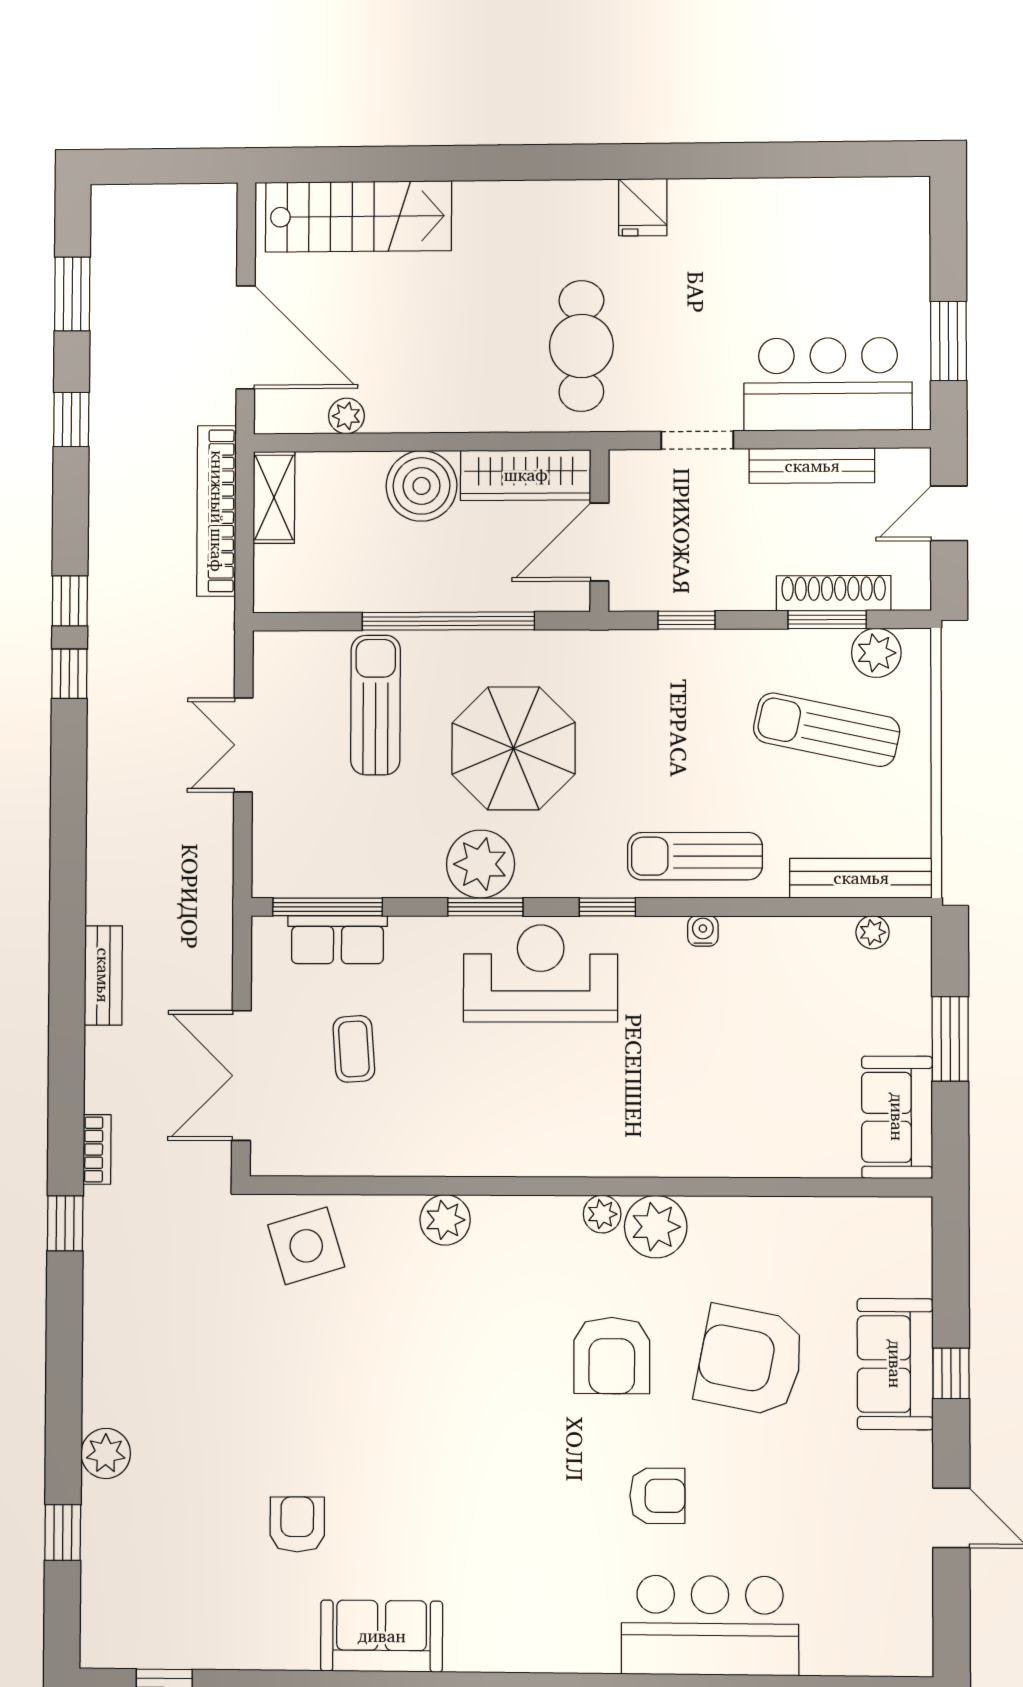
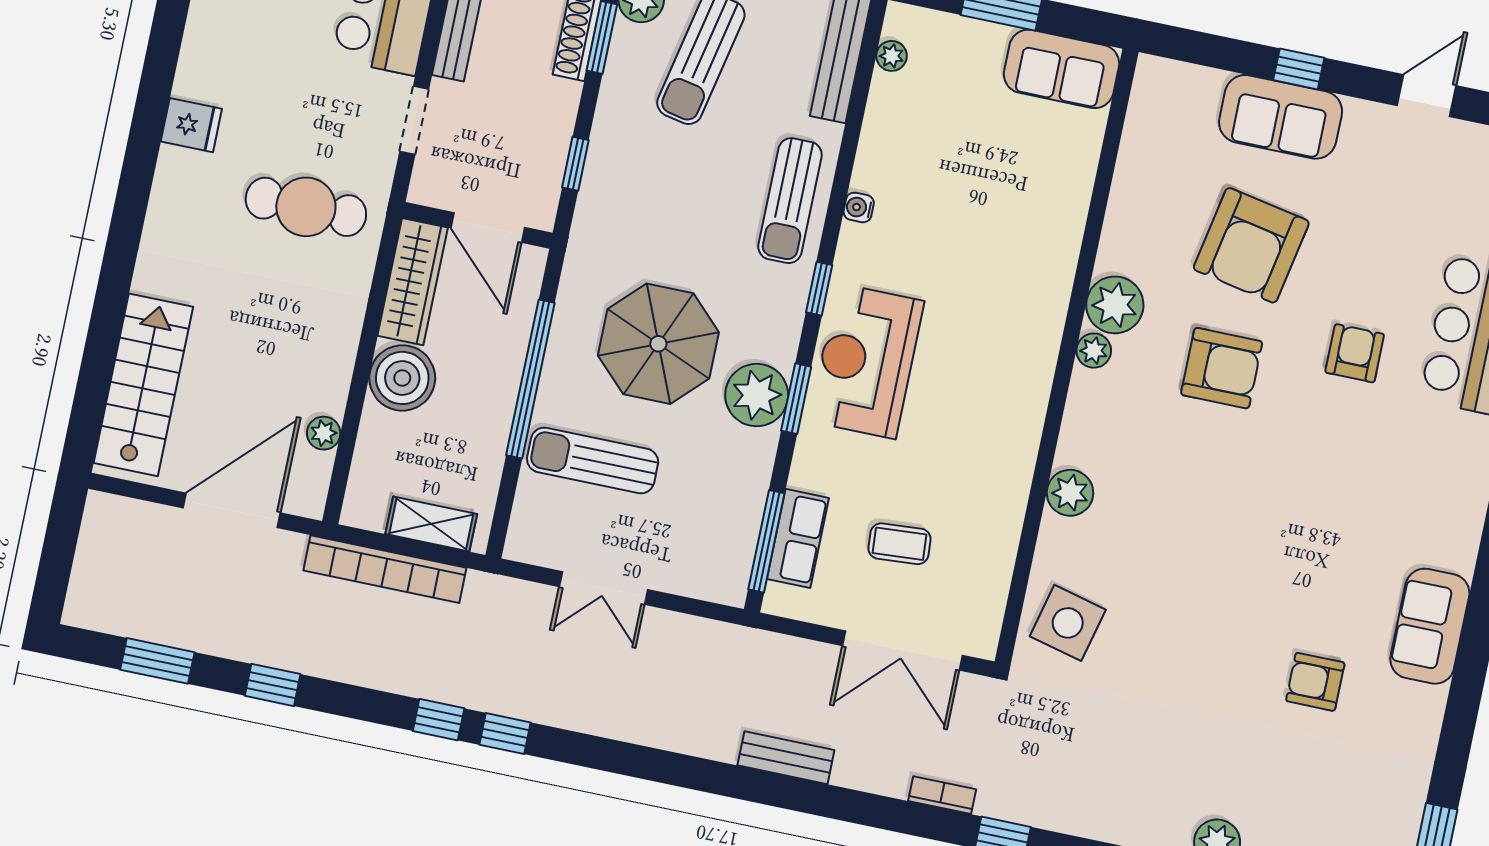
shelving: (274, 497) -> (431, 524), moved
side table: (306, 1246) -> (1068, 623), turned 31

